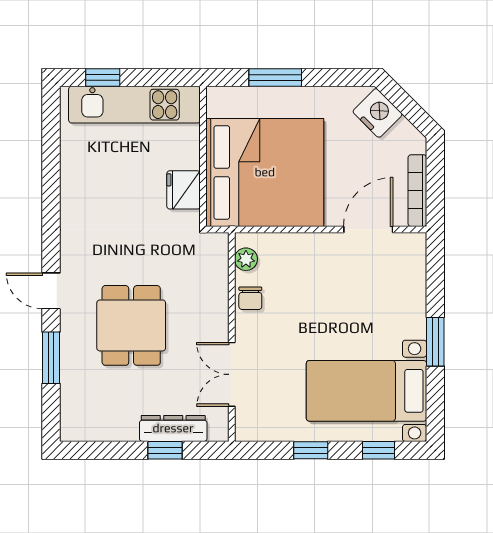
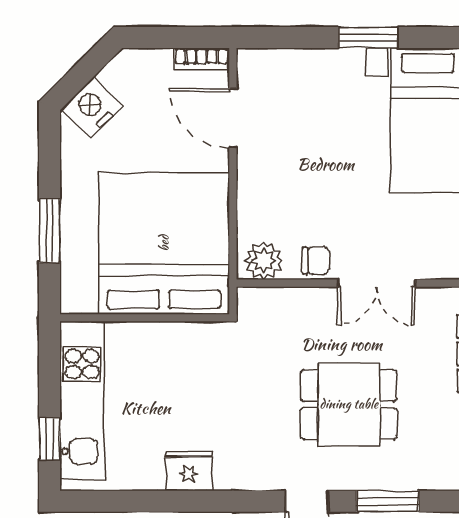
fridge: (184, 190) -> (189, 471), moved, turned 180
bookcase: (417, 191) -> (202, 59), width x0.64
plant: (246, 259) -> (264, 261), width x1.38, depth x1.38
double door: (232, 374) -> (376, 283), moved

